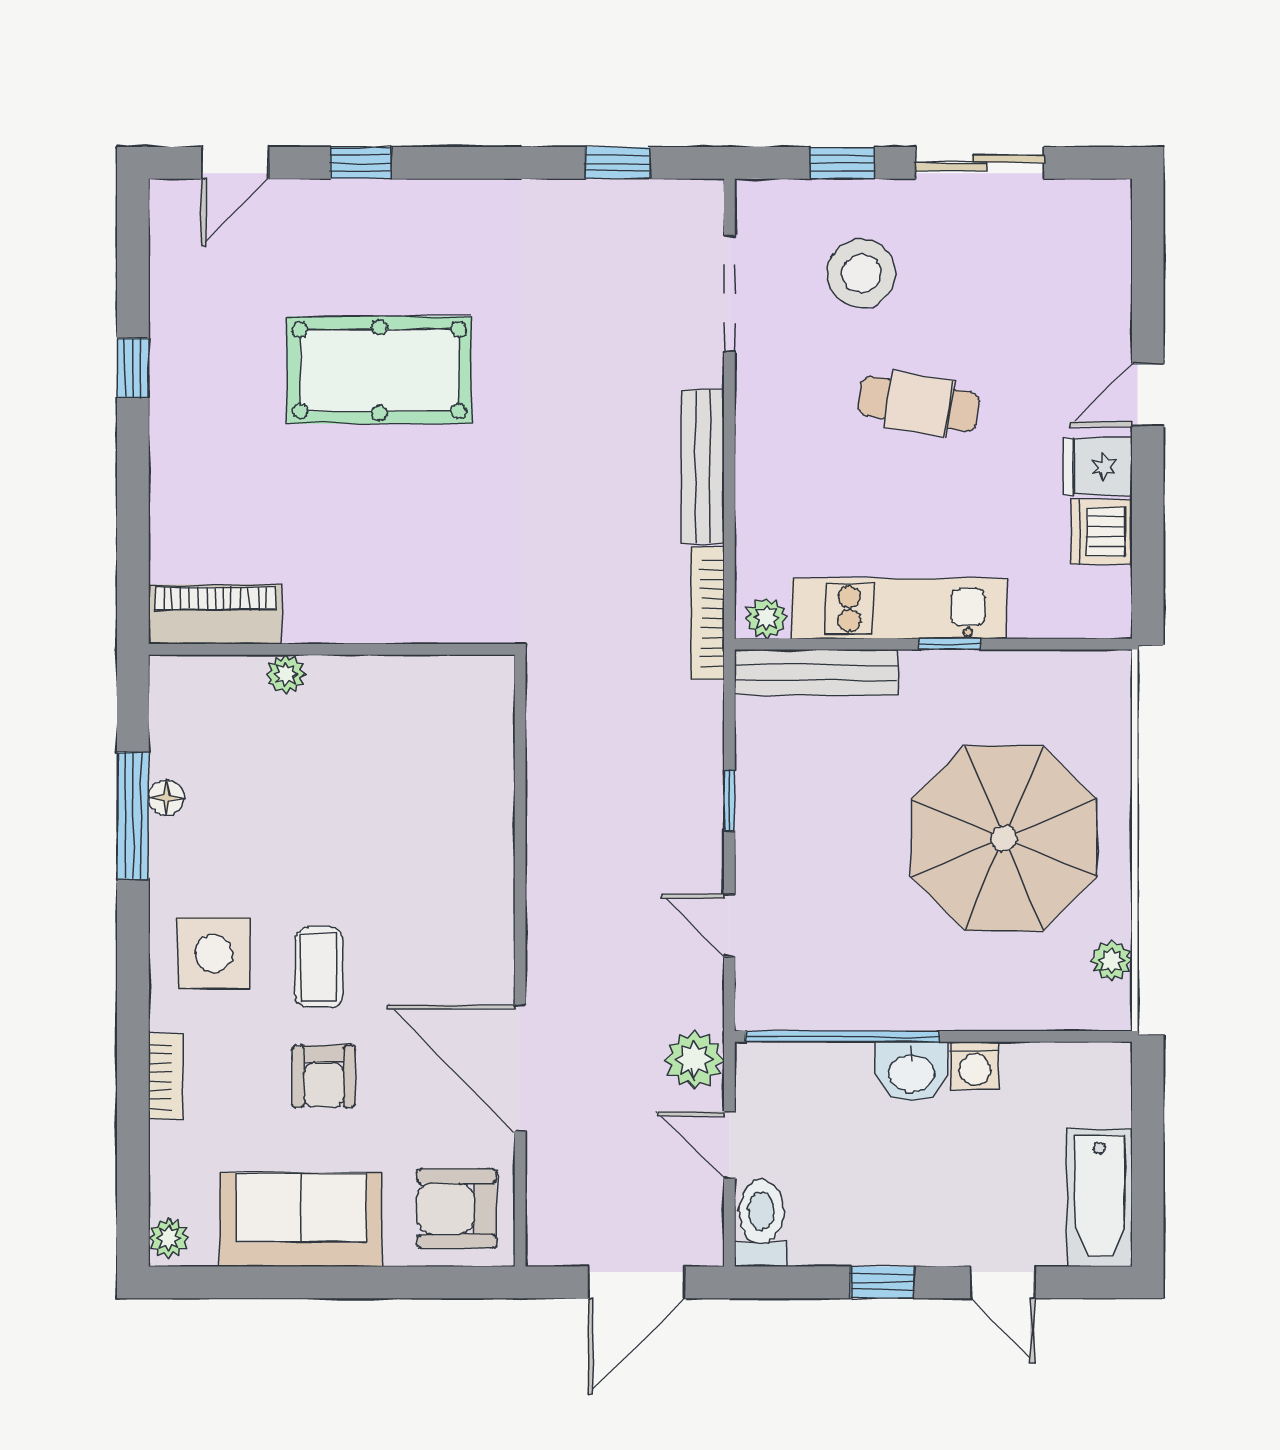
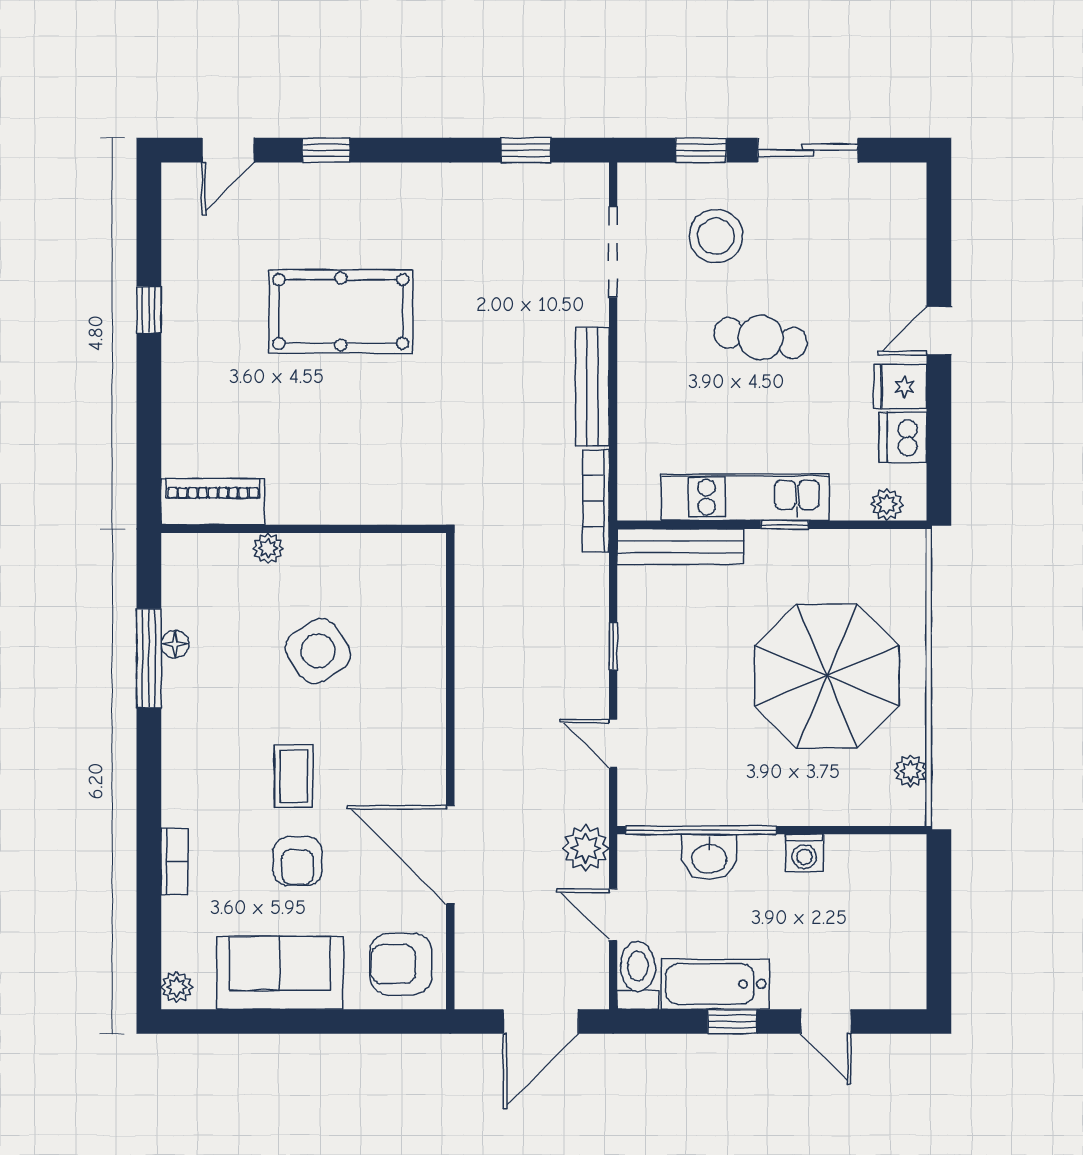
plant: (766, 618) -> (887, 504), moved
side table: (214, 953) -> (318, 651), moved, turned -33
washbasin: (911, 1072) -> (709, 858), moved
bathtub: (1100, 1198) -> (715, 984), moved, turned 90

